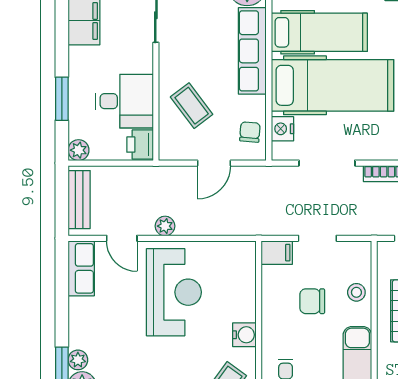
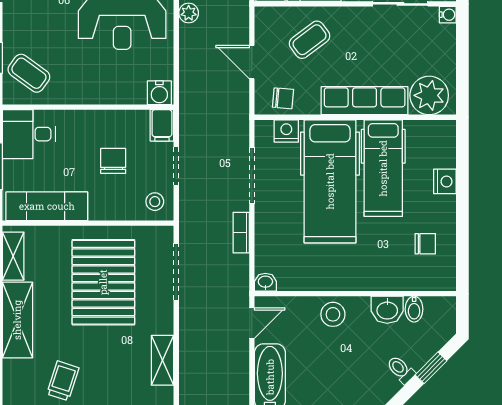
stool: (356, 292) -> (155, 202), moved
water cooler: (244, 335) -> (159, 93), moved

